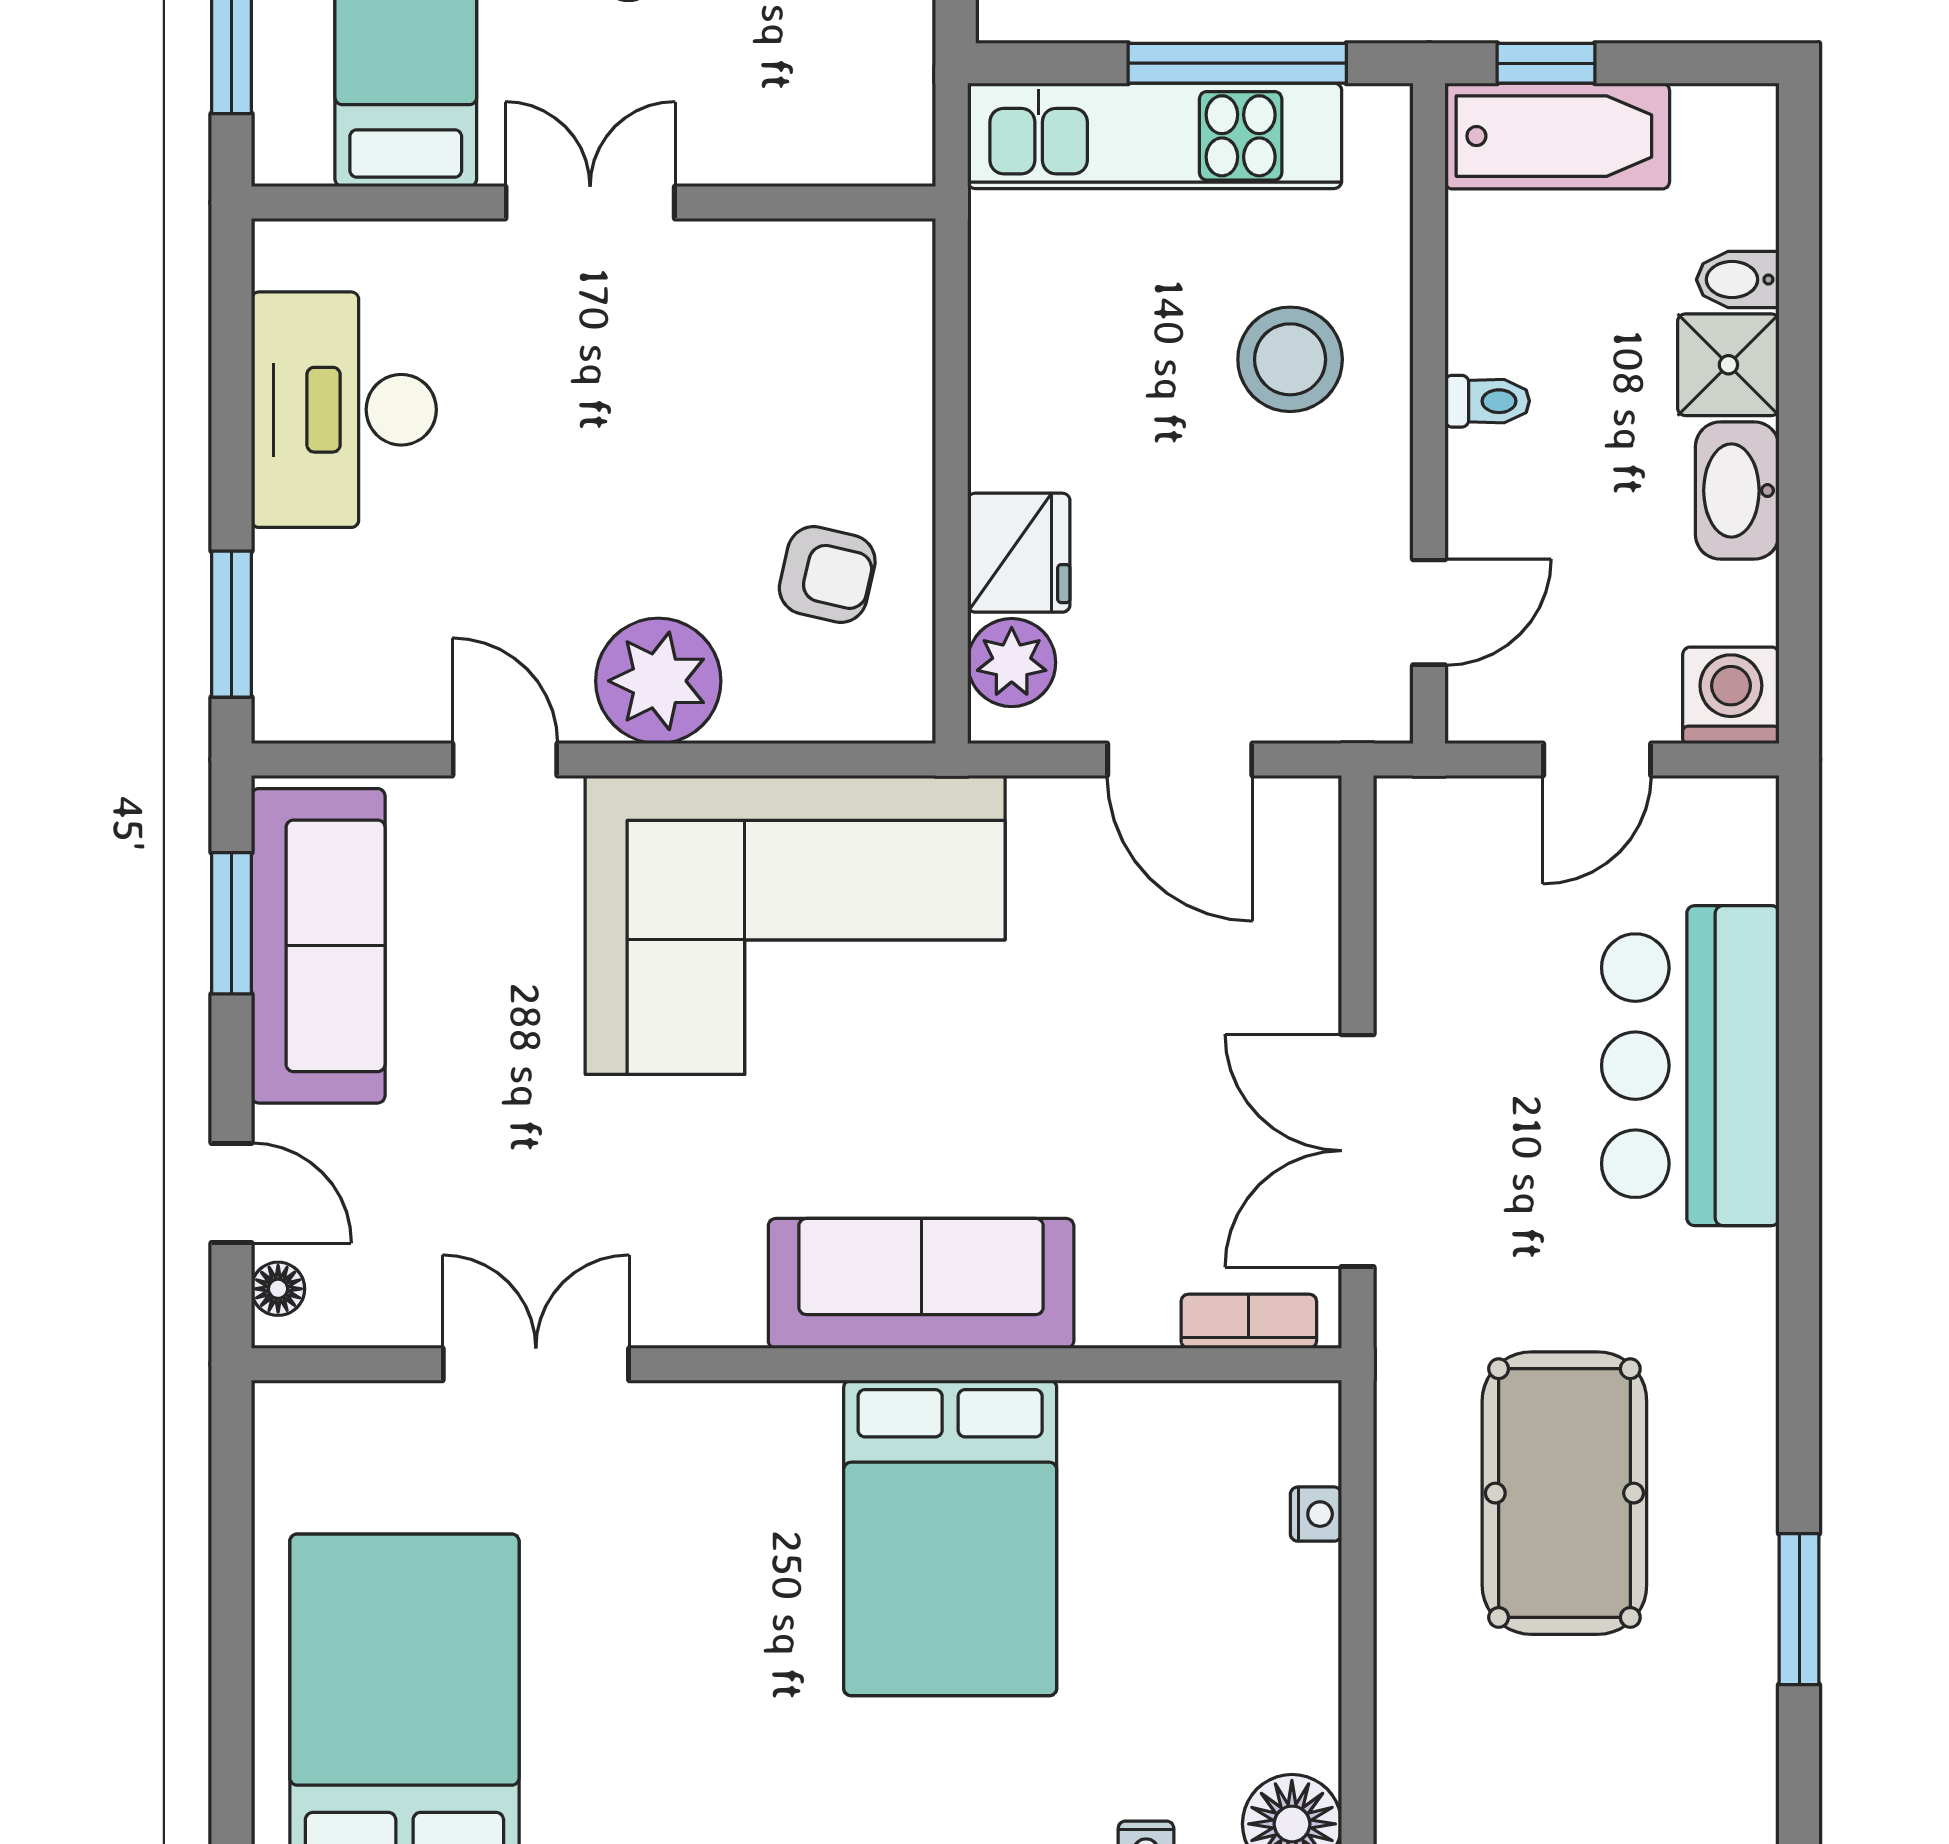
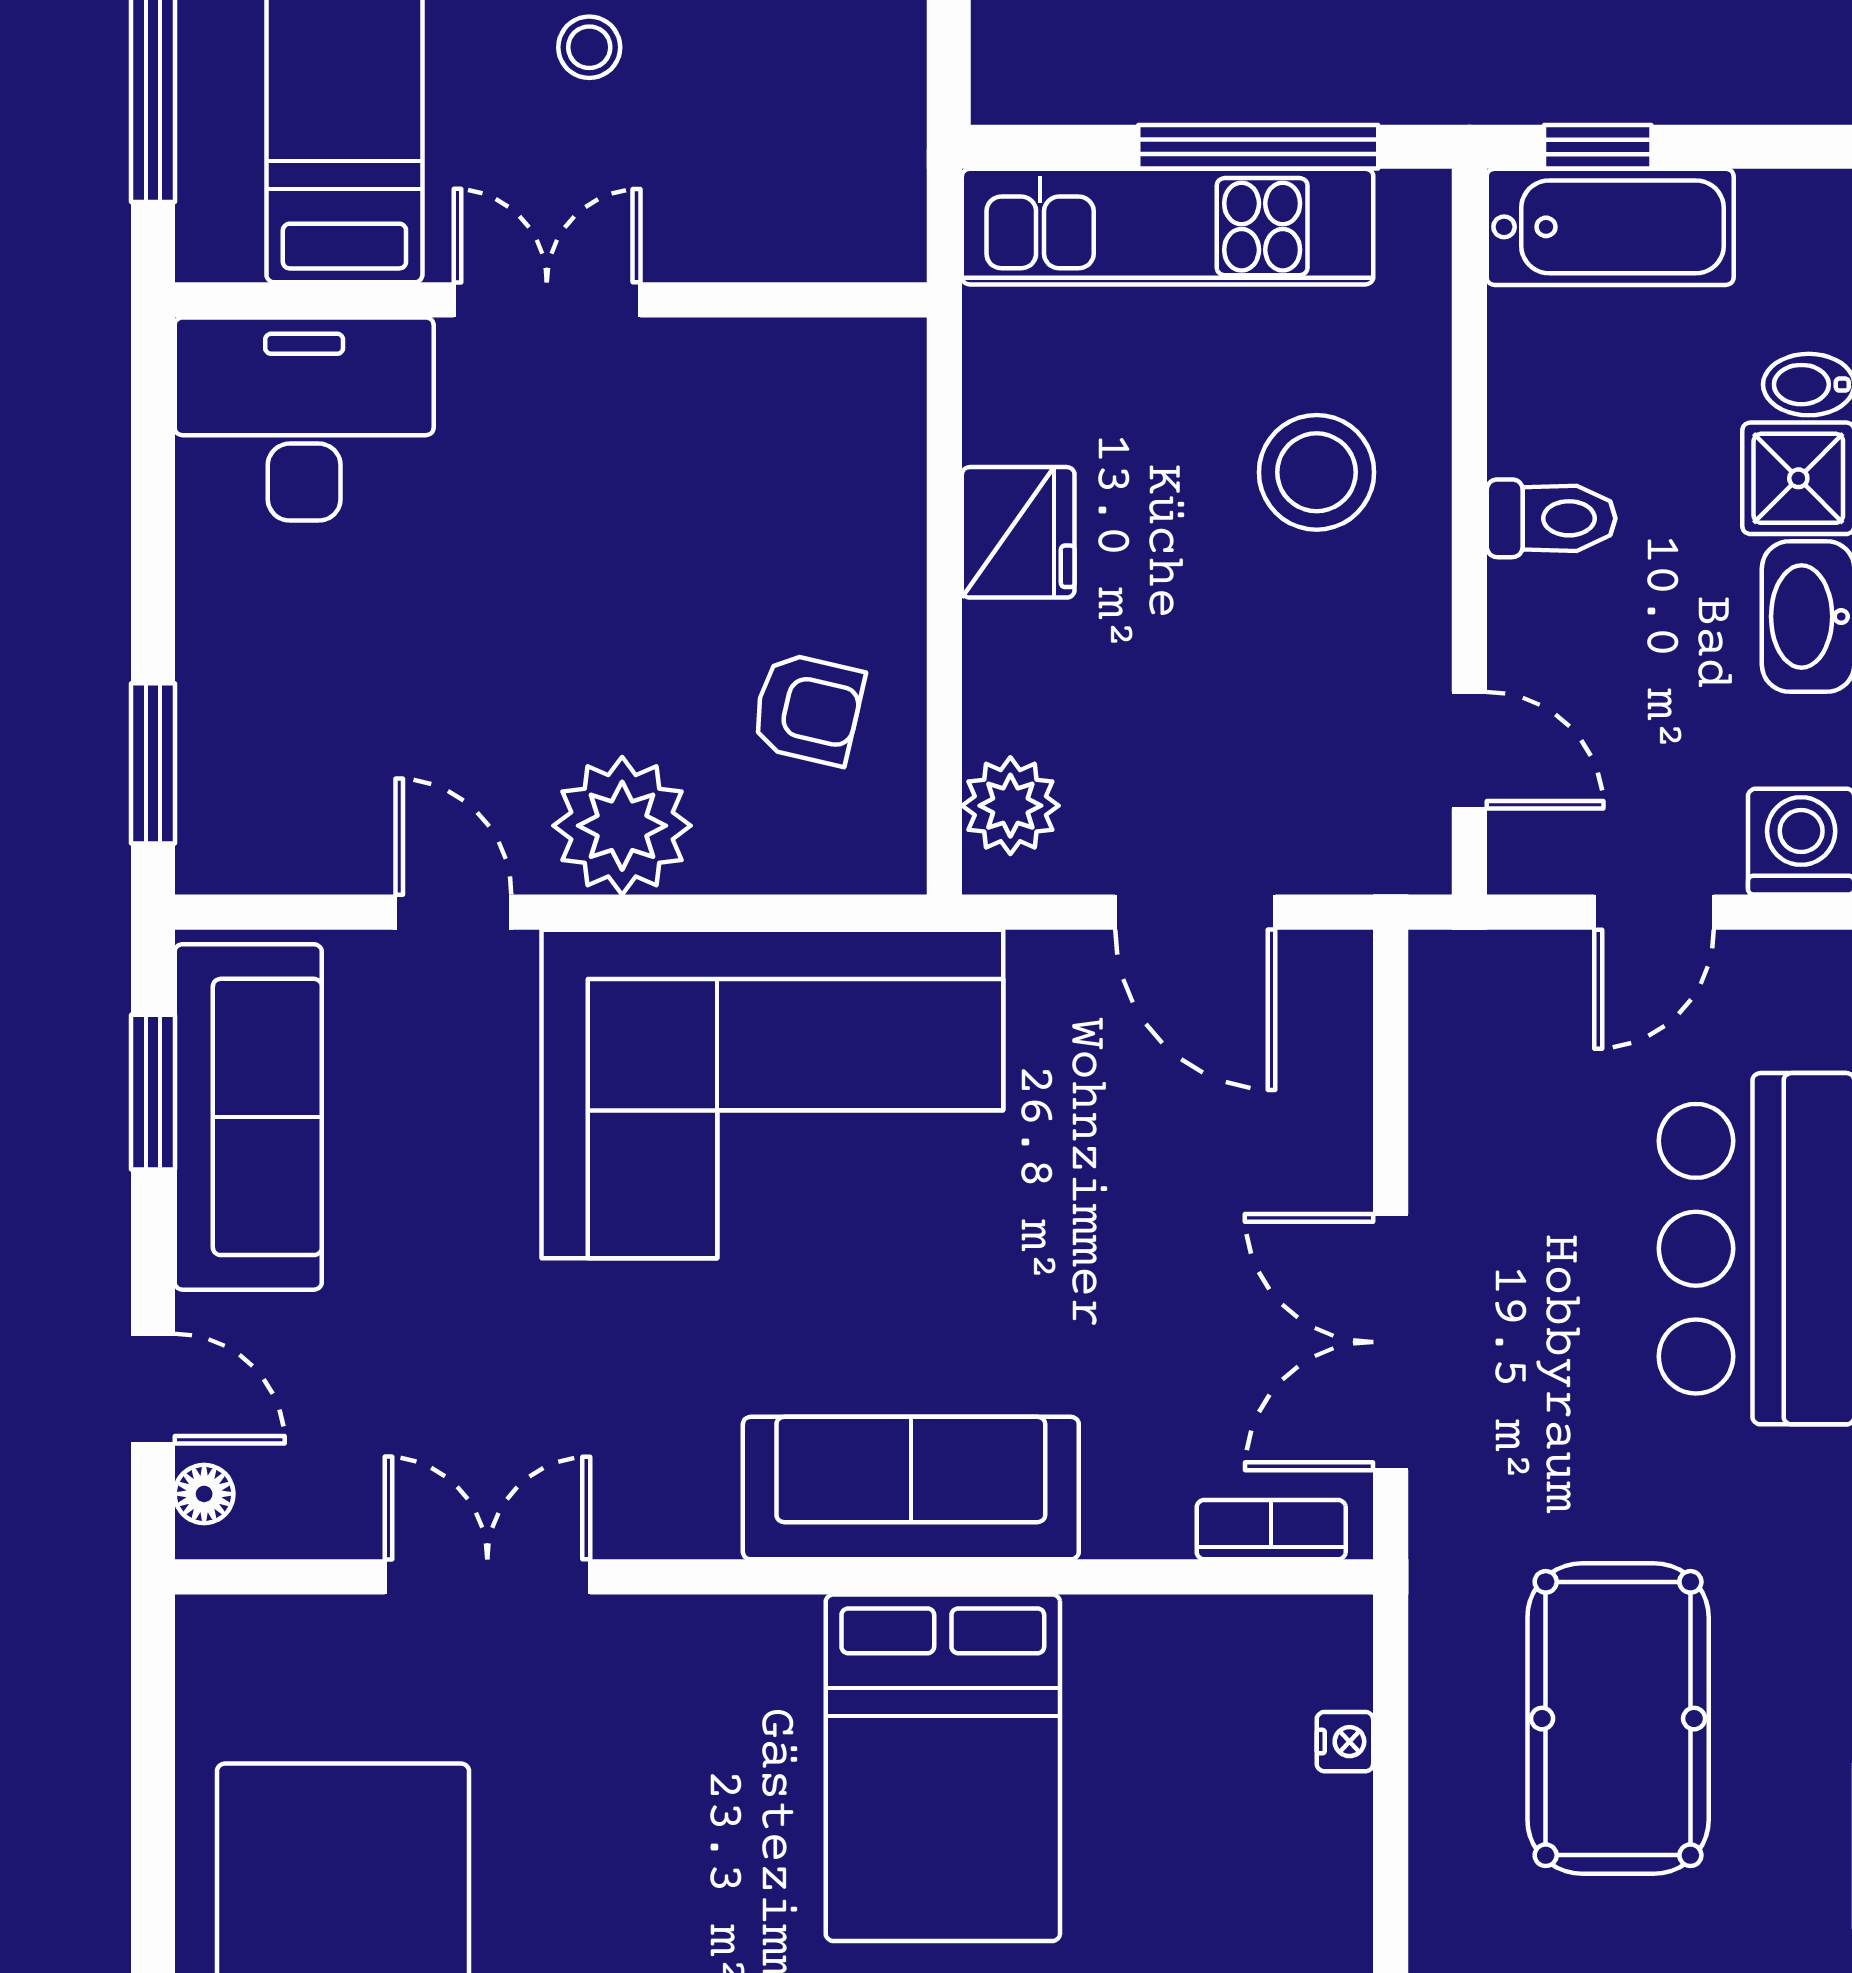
toilet: (1487, 401) -> (1551, 518), width x1.37, depth x1.39
desk: (344, 410) -> (304, 419), moved, turned 90
fridge: (1019, 553) -> (1018, 532), moved
door: (1429, 612) -> (1469, 750), hinge flipped

